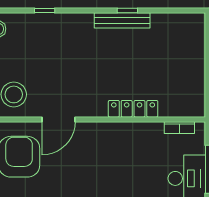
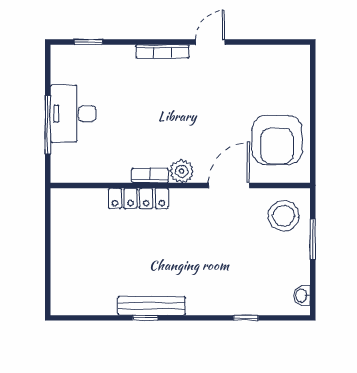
bookcase: (179, 128) -> (150, 175), moved
plant: (98, 131) -> (182, 171), added

